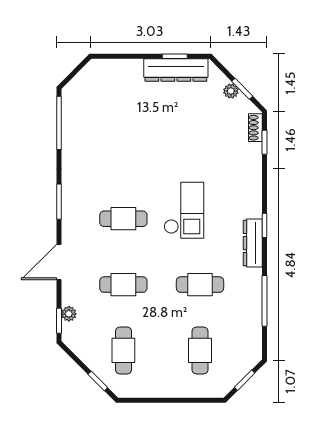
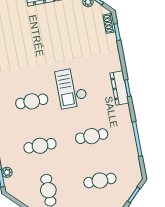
checkout: (184, 210) -> (71, 88), turned 180
dresser: (253, 243) -> (119, 88), moved
cafe table: (200, 350) -> (100, 181), turned 90

